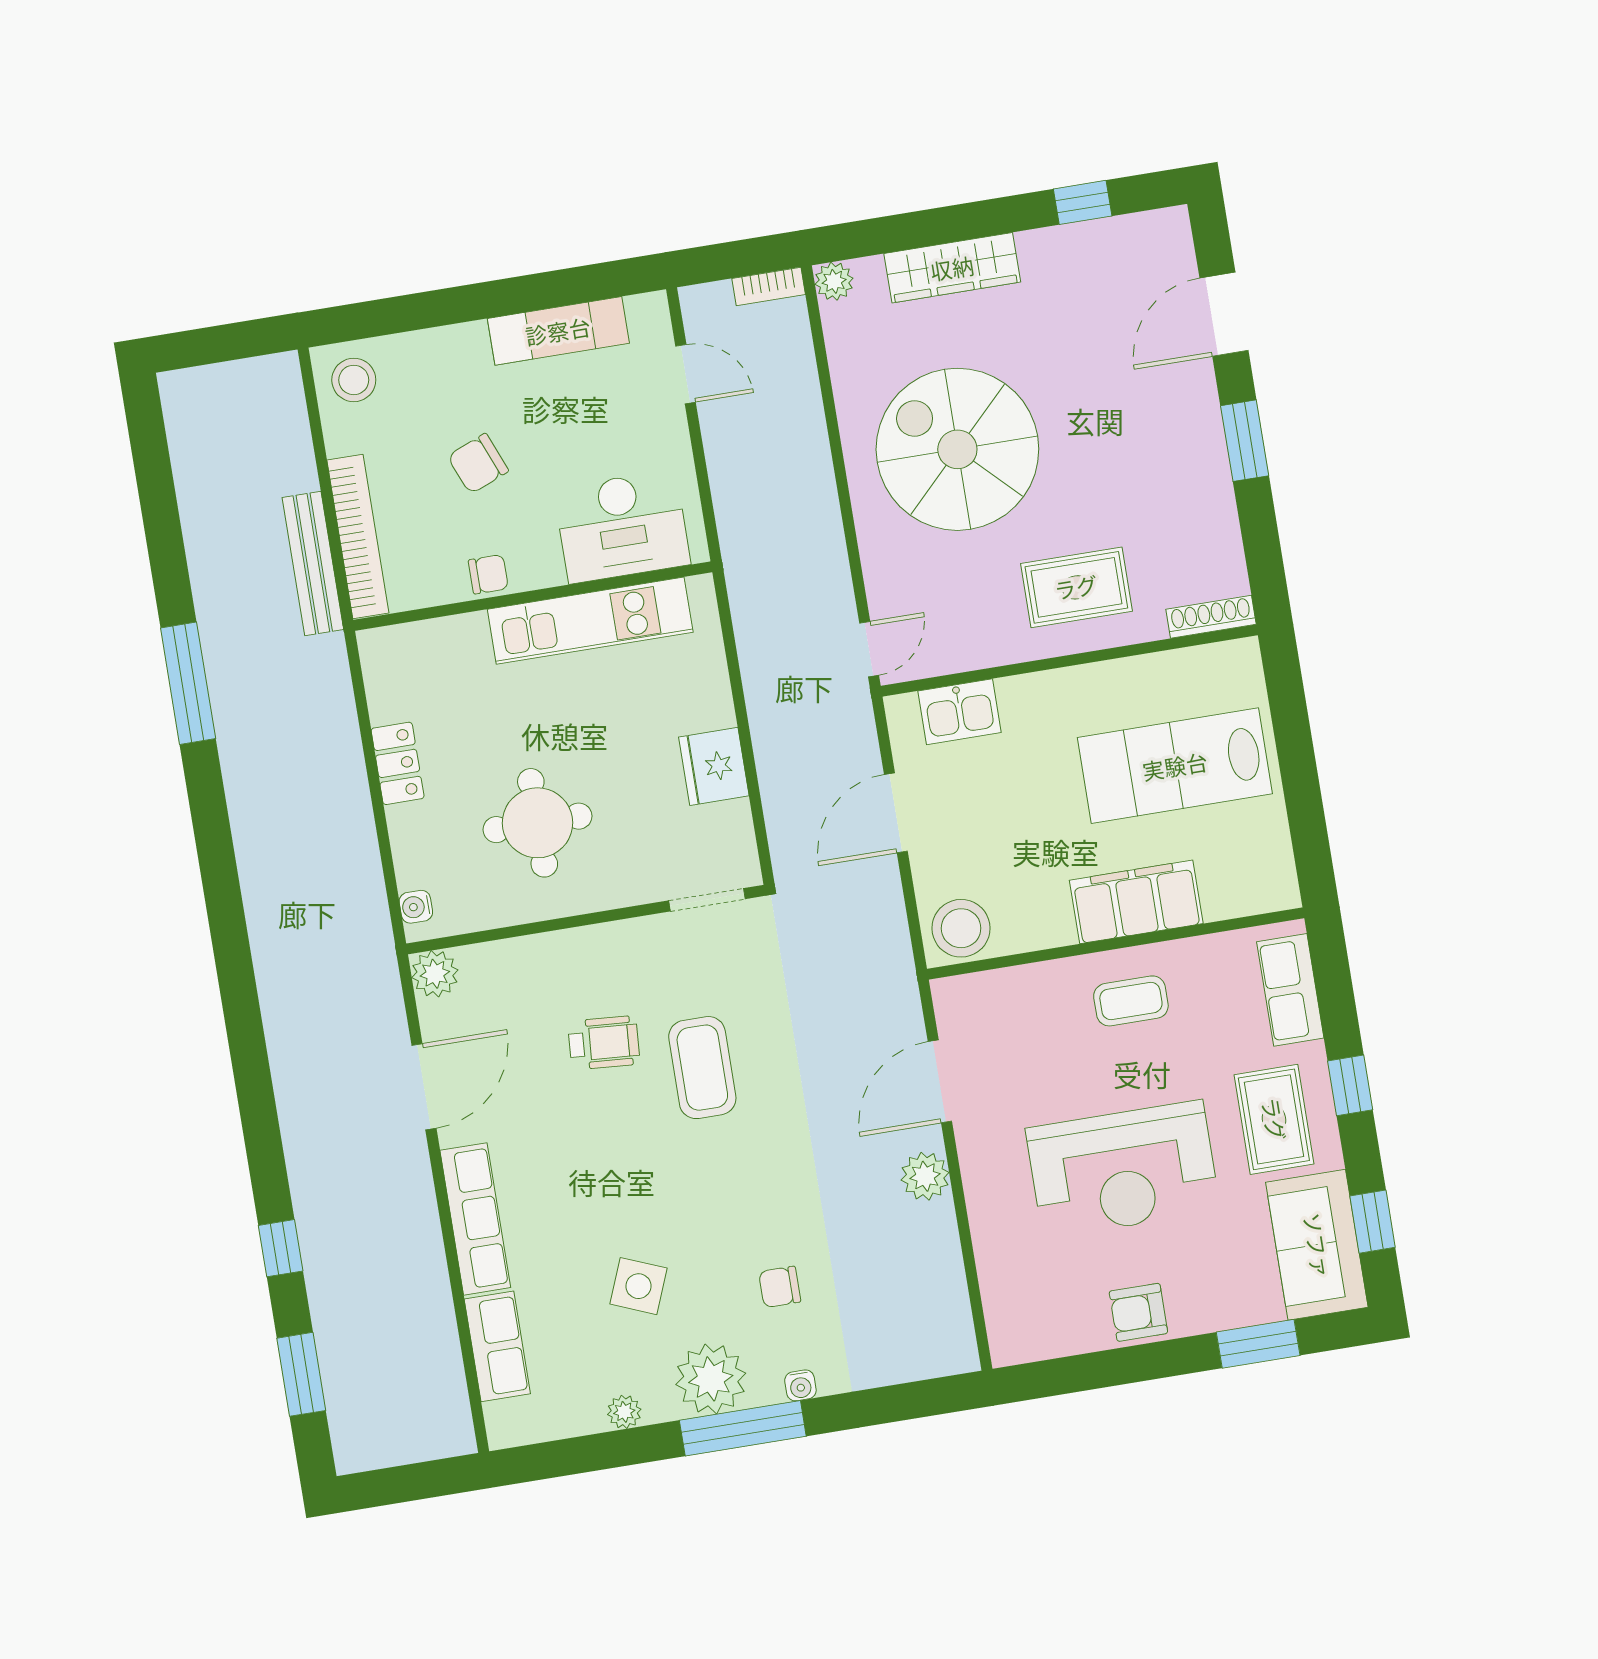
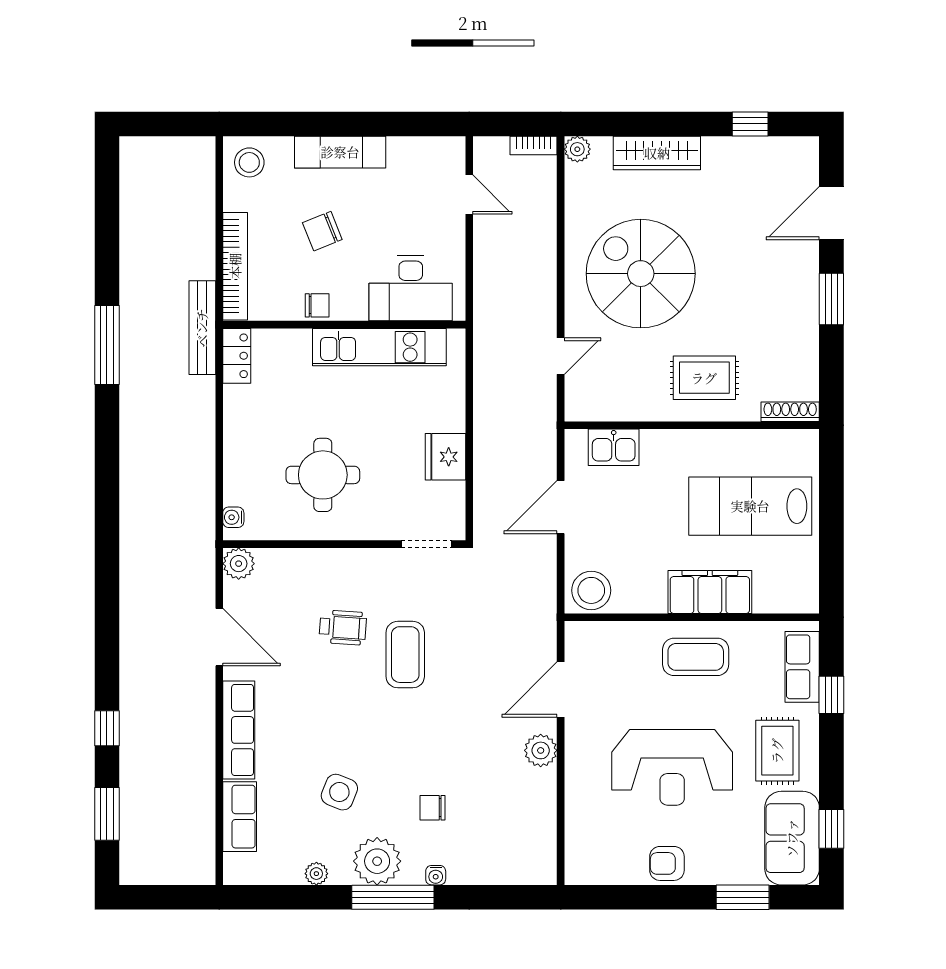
exam couch: (558, 331) -> (340, 152), moved
bench: (313, 564) -> (202, 328), moved
door: (869, 649) -> (561, 356), moved
locker: (398, 763) -> (237, 356), moved
coffee table: (1131, 1001) -> (696, 657), width x1.36, depth x1.30
window: (1350, 1085) -> (831, 695), moved
door: (424, 1087) -> (219, 637), hinge flipped

